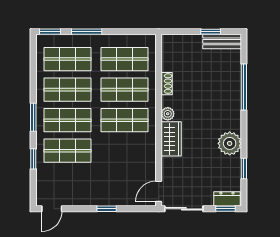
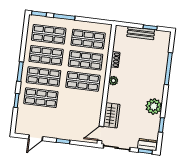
bench: (222, 41) -> (141, 33), moved
wardrobe: (171, 139) -> (112, 115), moved
door: (52, 209) -> (36, 138), moved

